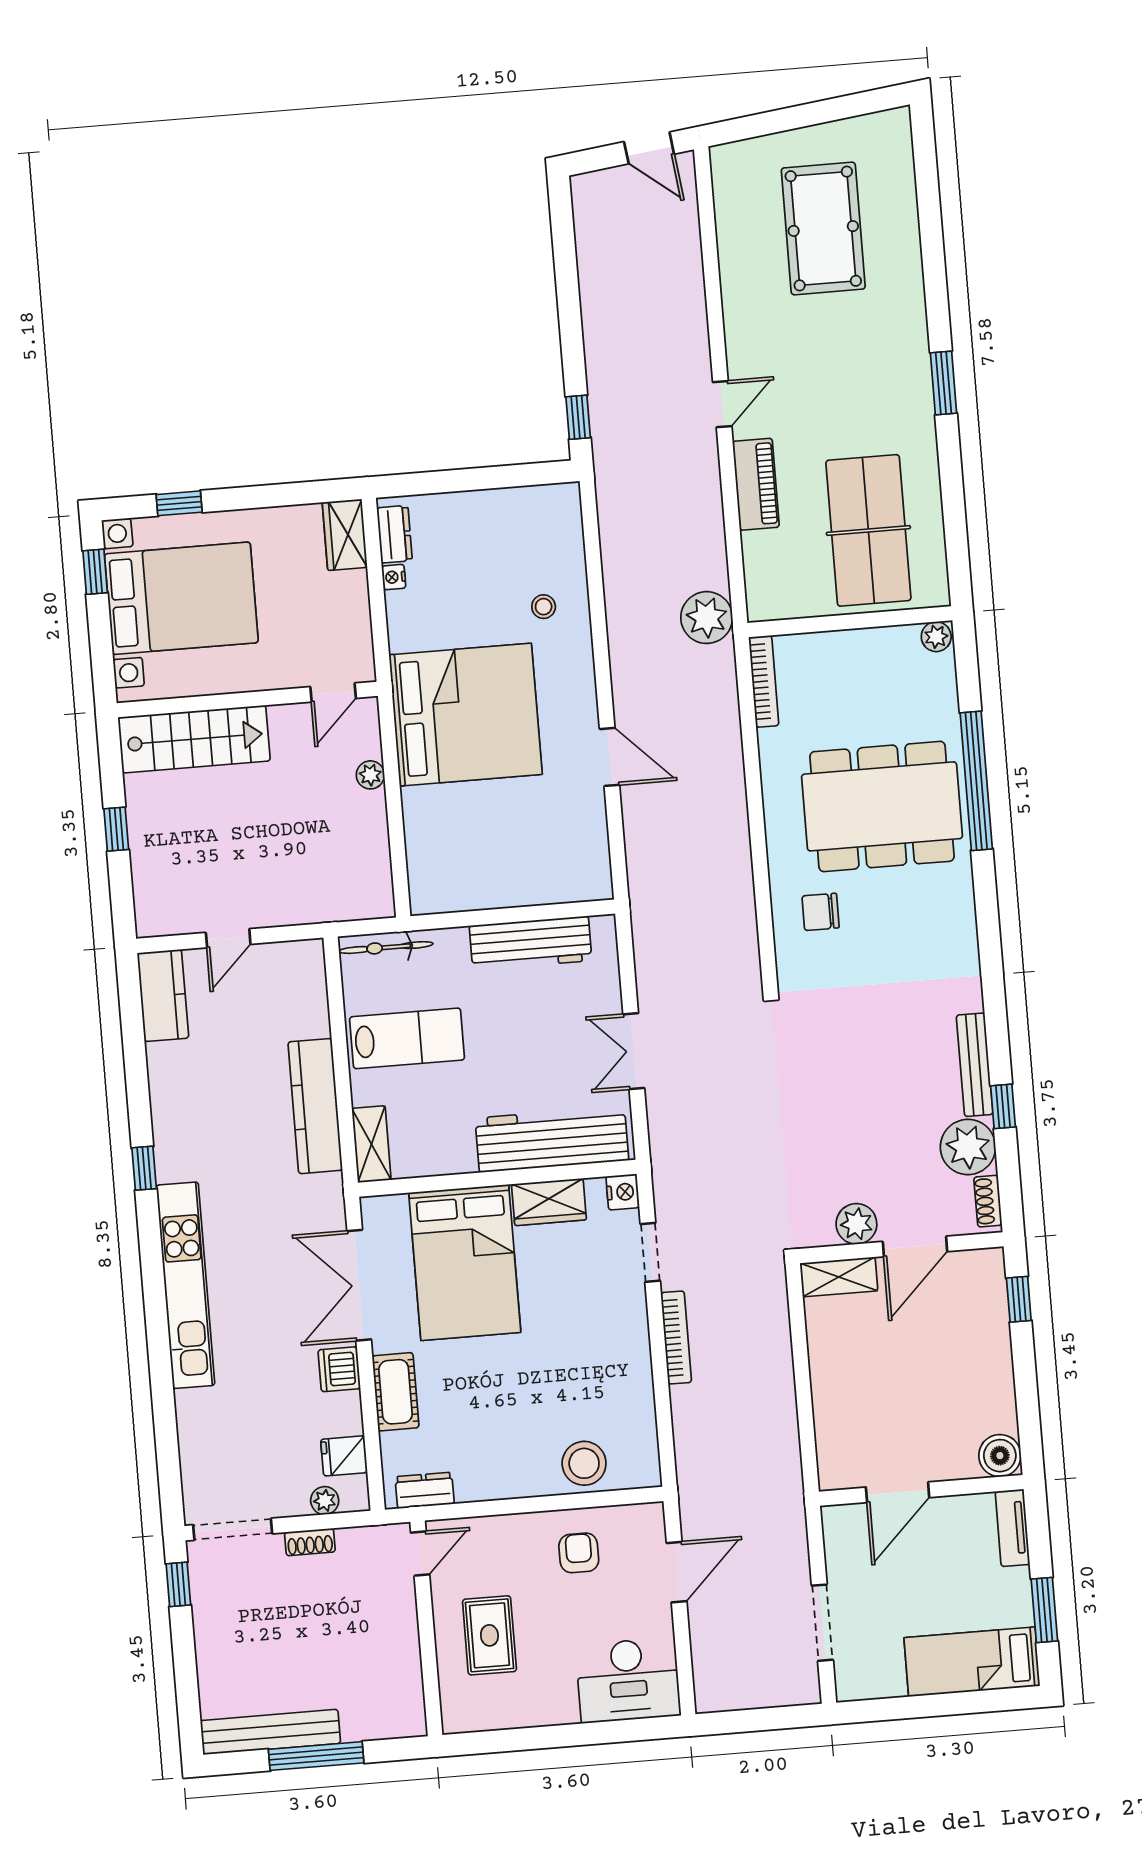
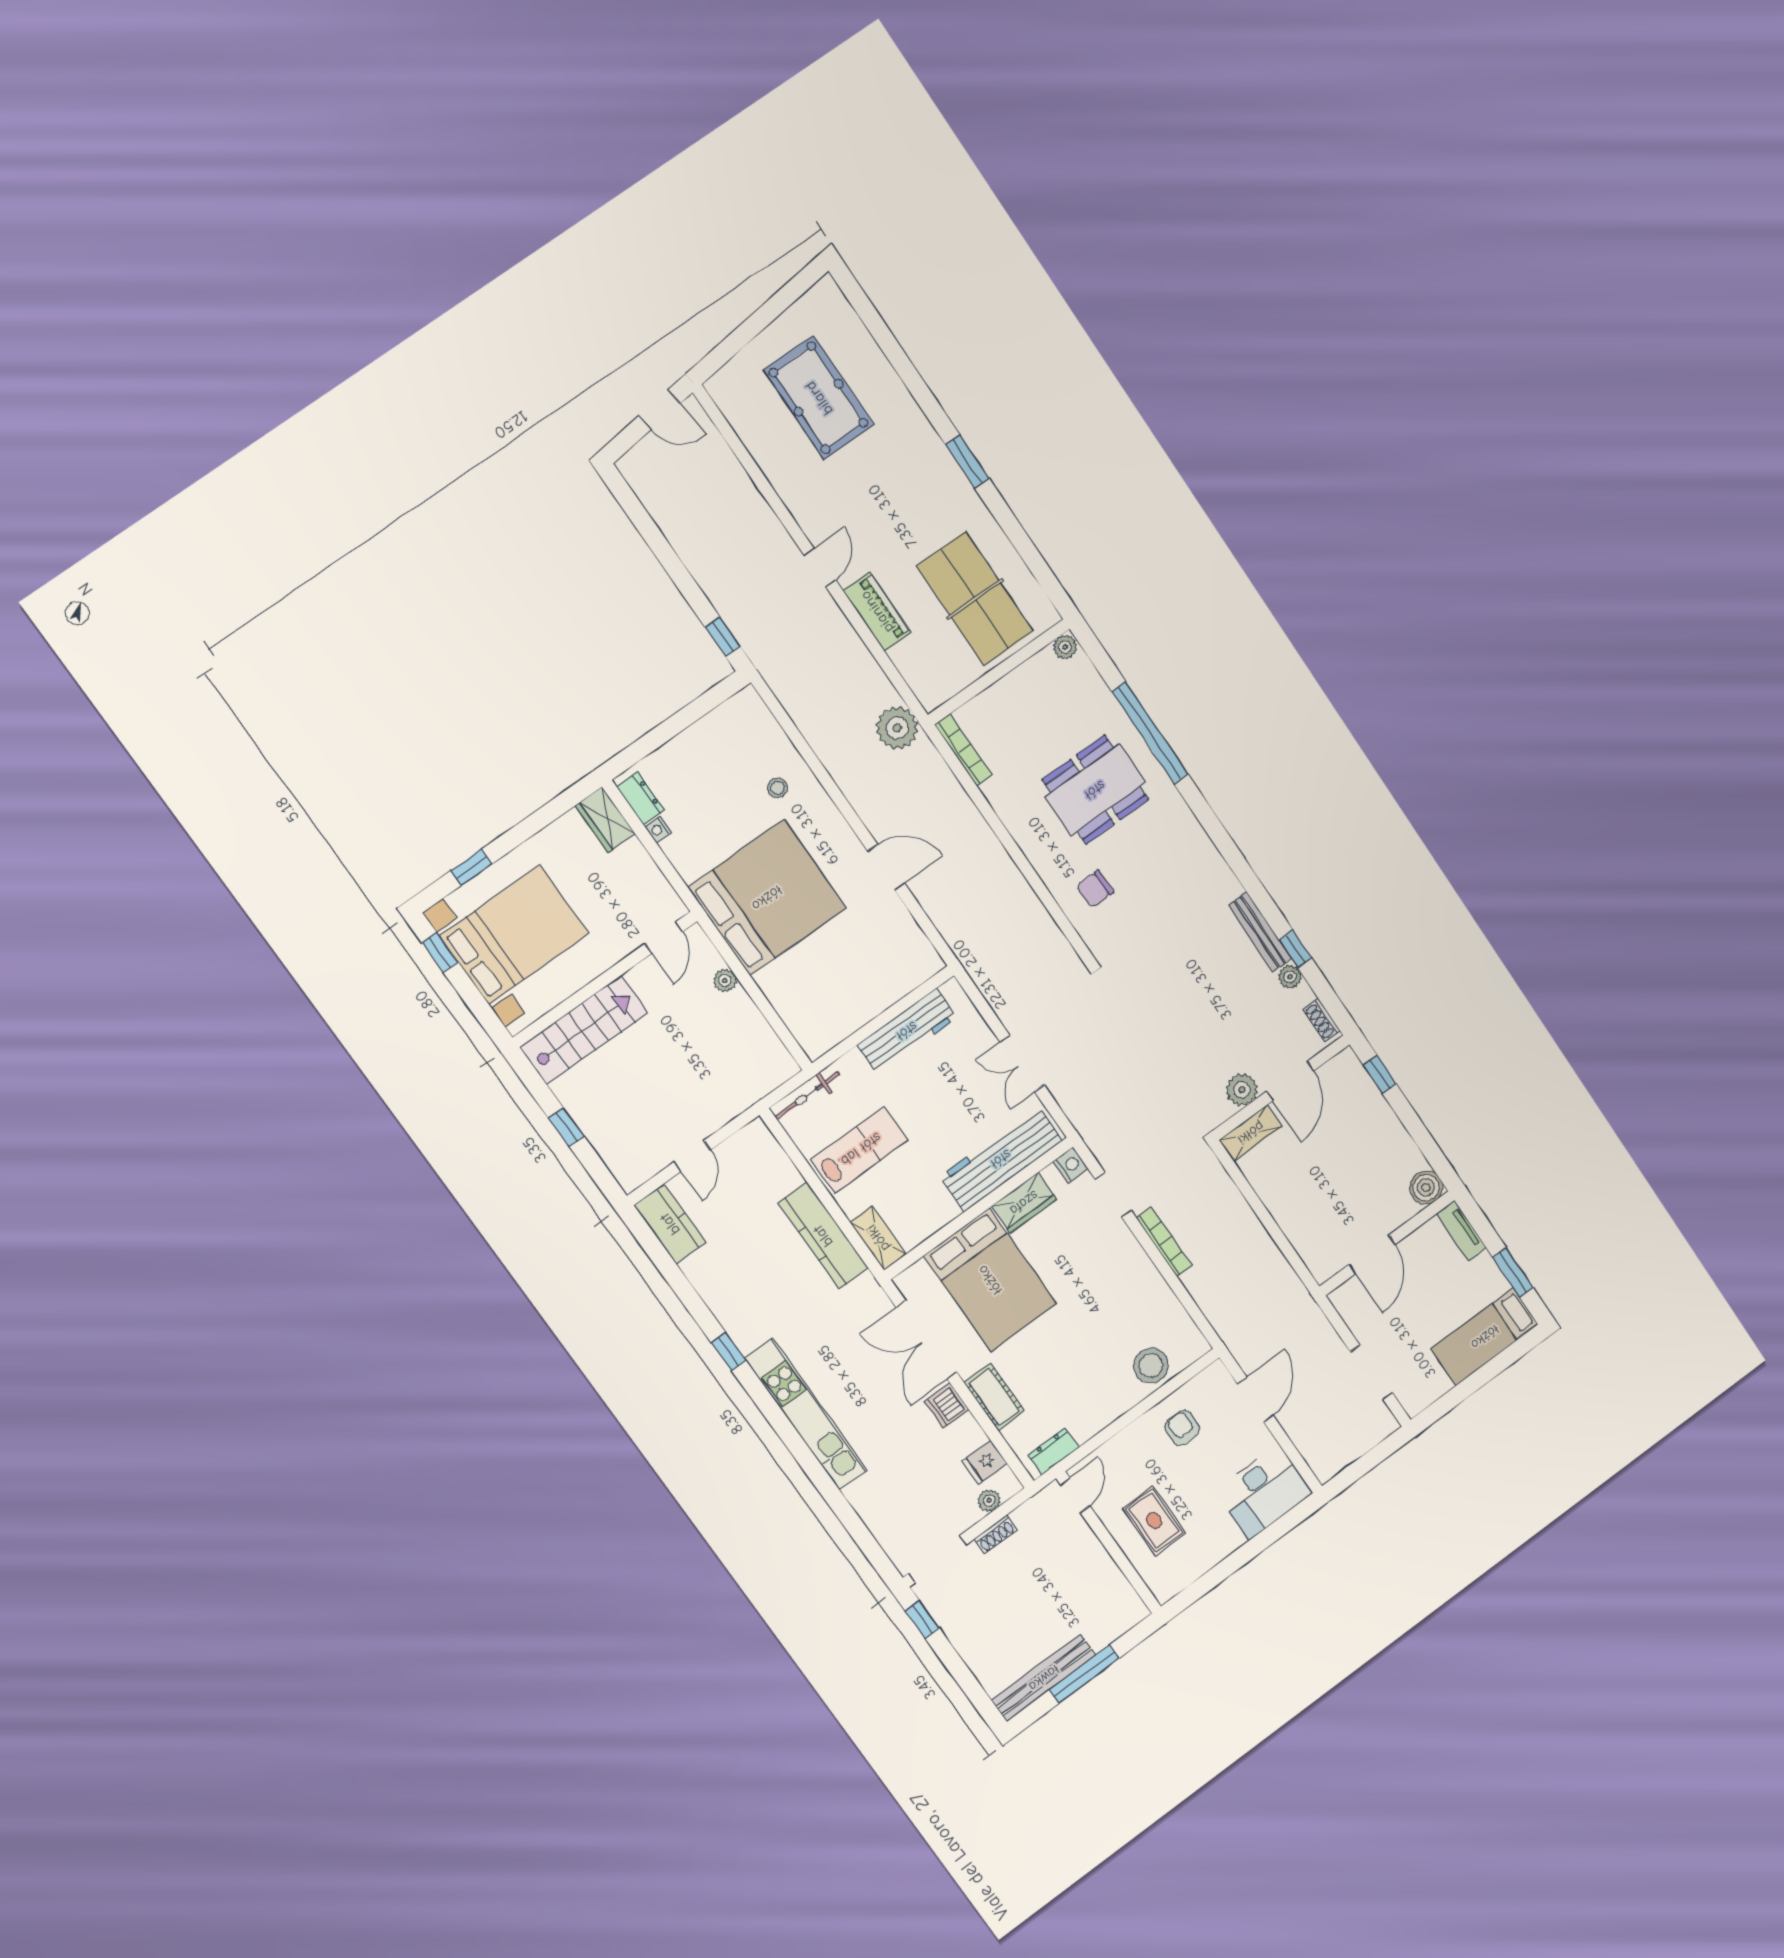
dining table: (882, 806) -> (1095, 790), width x0.73, depth x0.80
plant: (968, 1147) -> (1290, 977), width x0.53, depth x0.53

